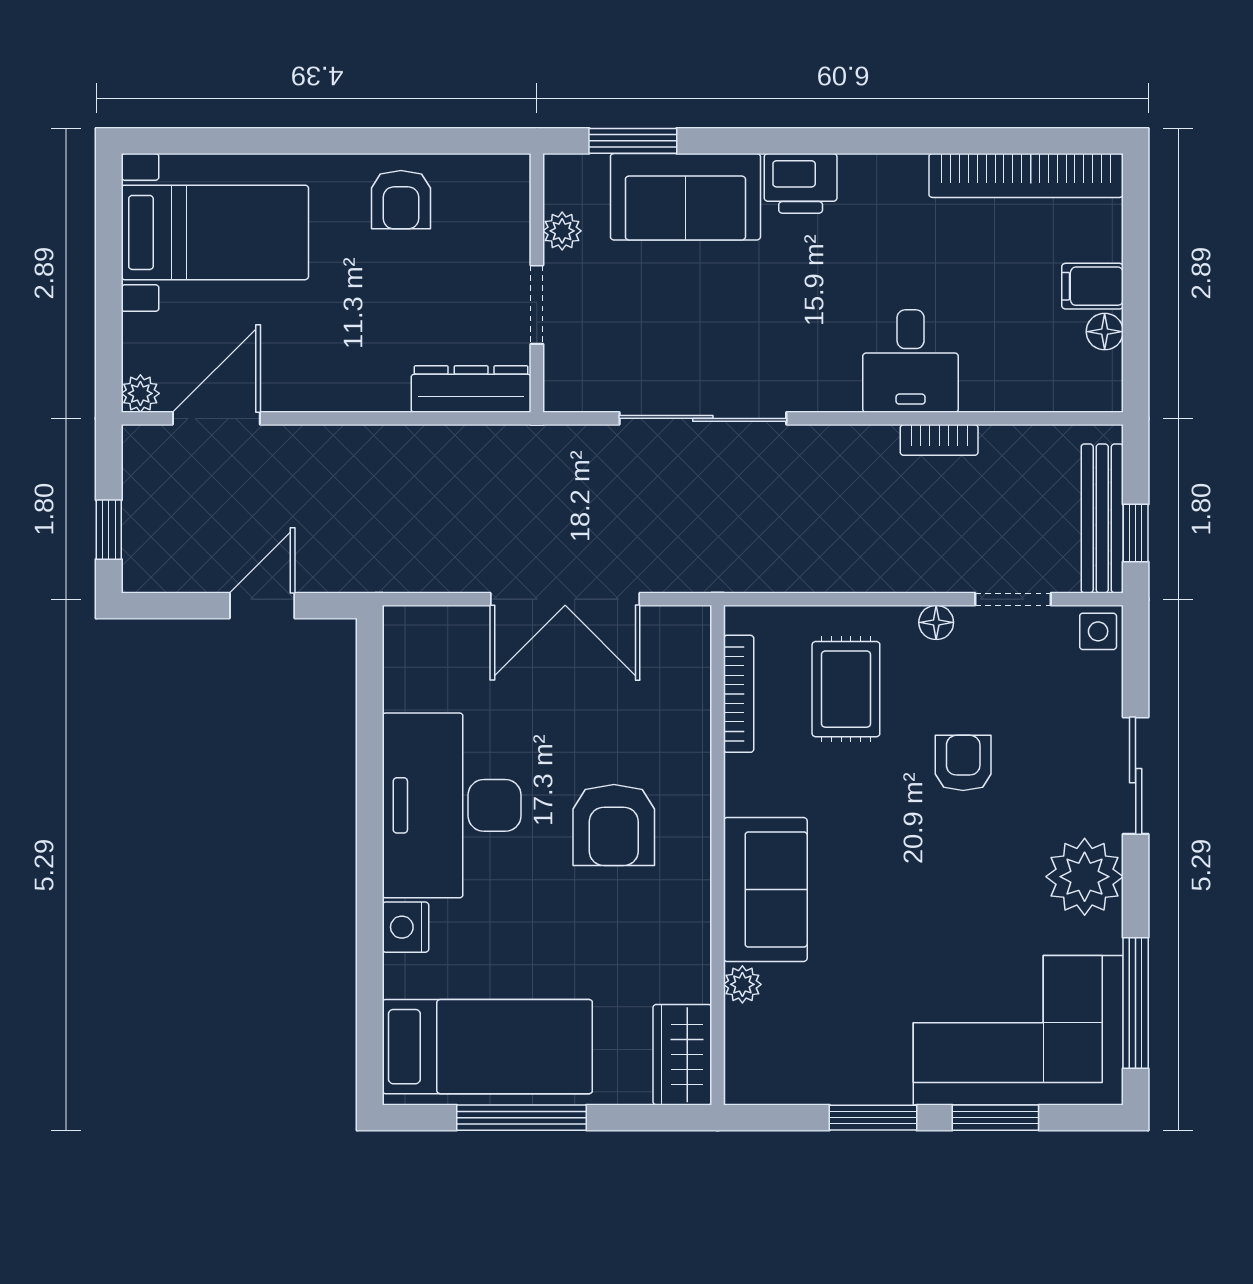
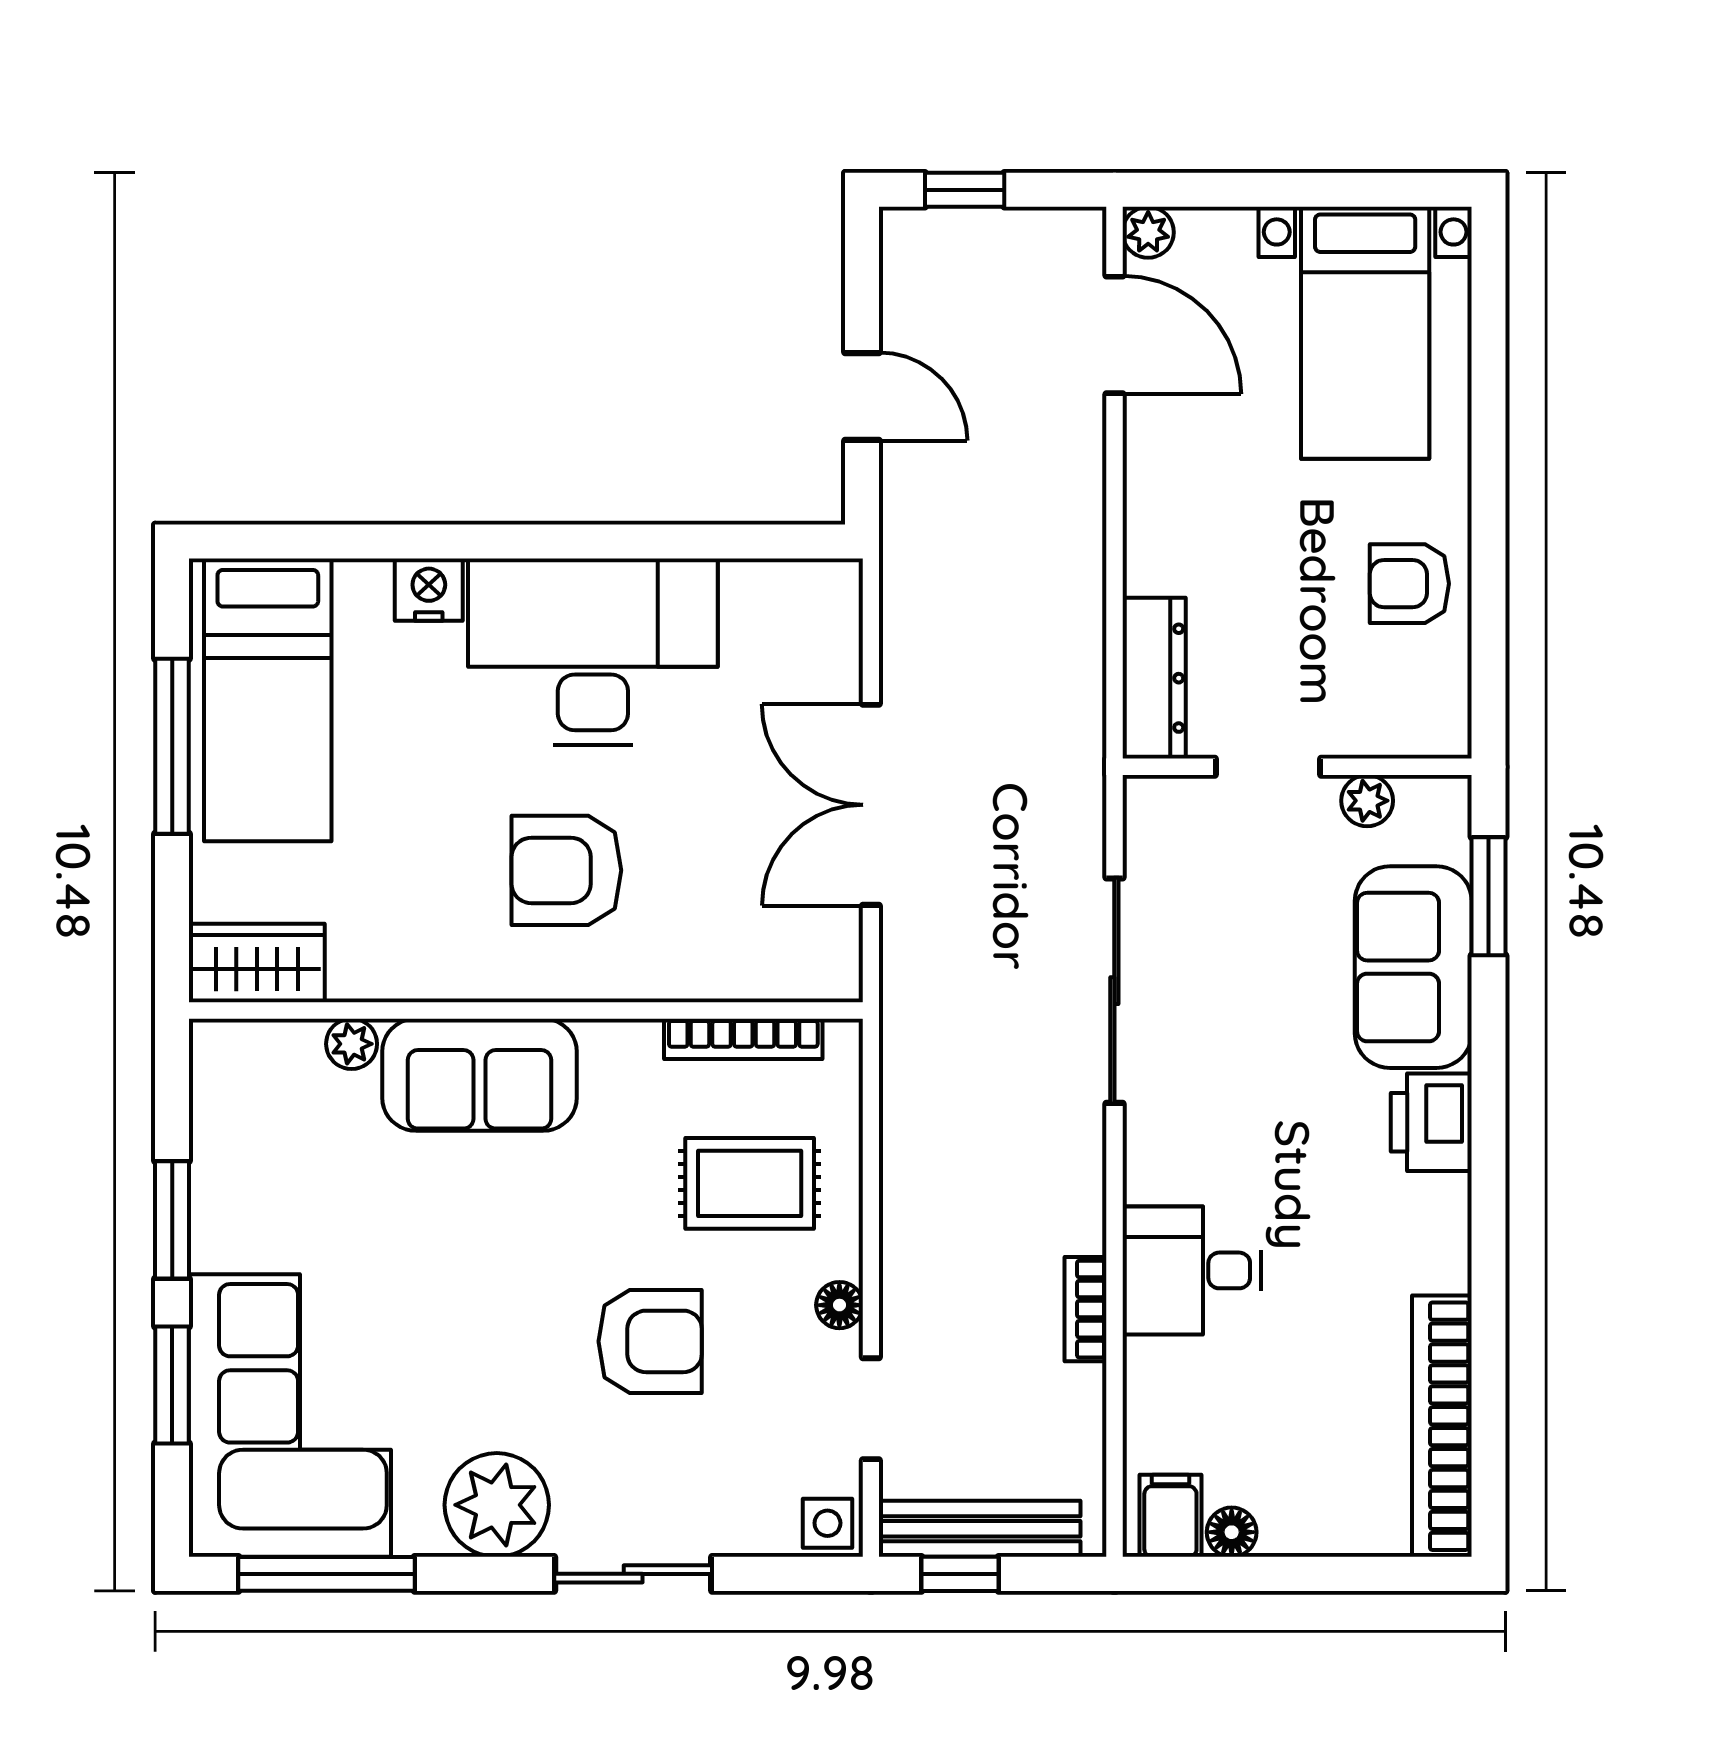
filing cabinet: (1093, 286) -> (1170, 1516), moved
armchair: (963, 763) -> (650, 1341), width x1.38, depth x1.38

